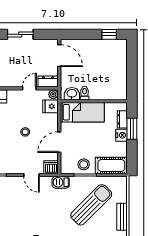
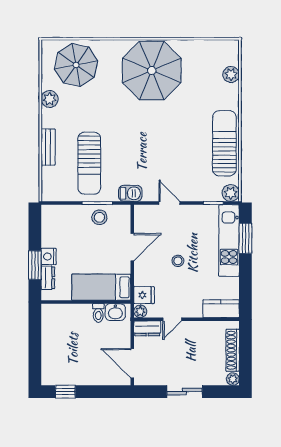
cot: (111, 165) -> (62, 216), removed
dishwasher: (51, 167) -> (143, 213), removed
sun lounger: (91, 205) -> (89, 163), turned -45

